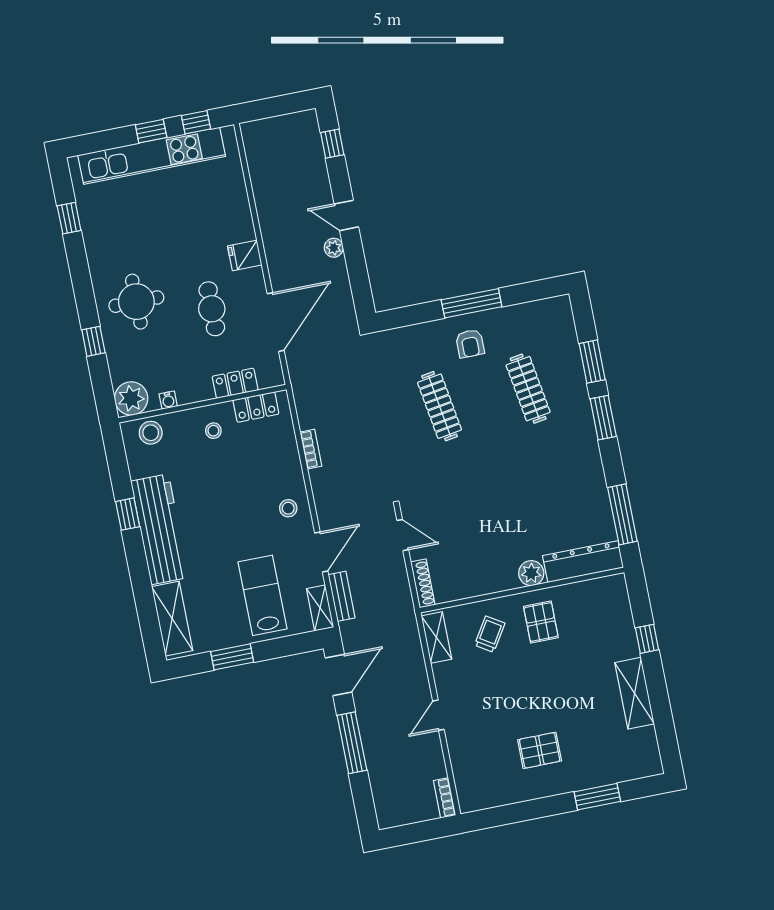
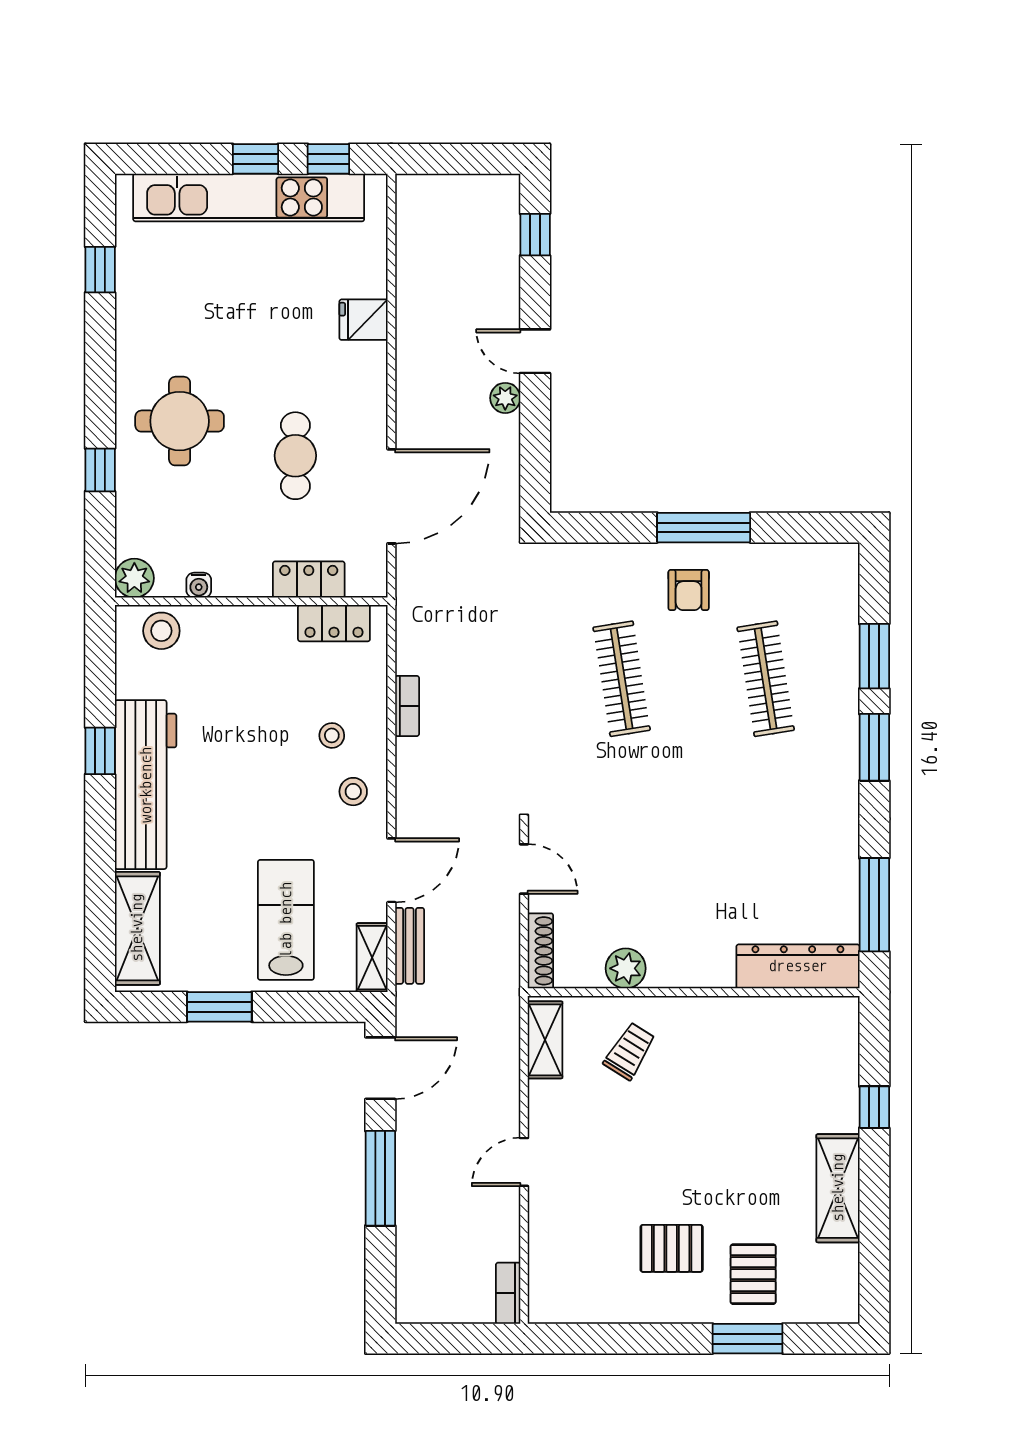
fridge: (245, 255) -> (364, 320), moved
plant: (131, 398) -> (134, 578), width x0.73, depth x0.73
stool: (213, 431) -> (332, 735), moved
plant: (531, 573) -> (626, 968), moved
pallet: (541, 622) -> (753, 1274), moved

